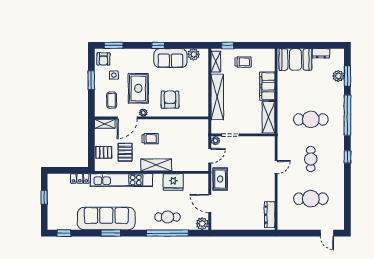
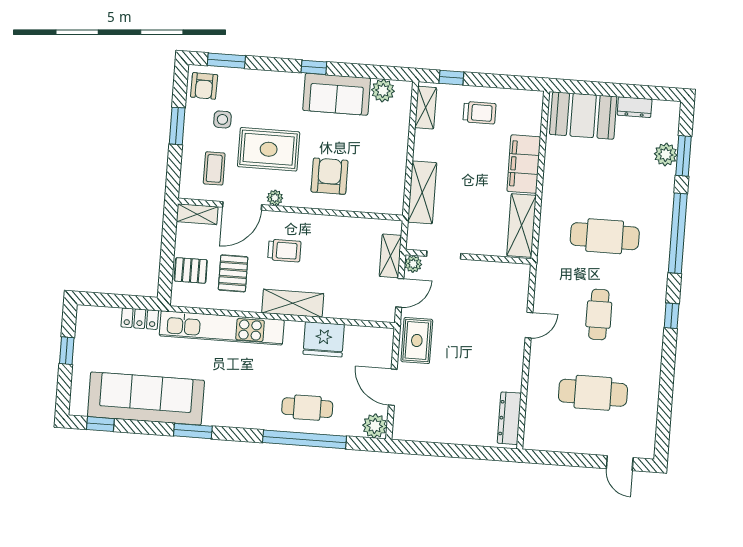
rug: (138, 88) -> (269, 149), turned 90
shelving: (217, 97) -> (422, 192), width x0.68
shelving: (204, 137) -> (390, 256), added
sofa: (106, 218) -> (146, 398), moved

